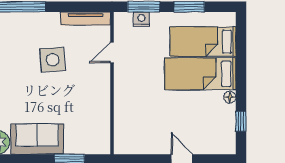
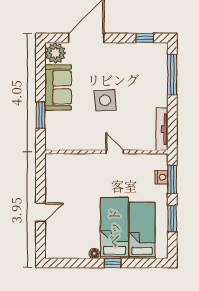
door: (112, 53) -> (115, 152), moved
side table: (53, 60) -> (105, 100), moved
window: (241, 121) -> (113, 263), moved

